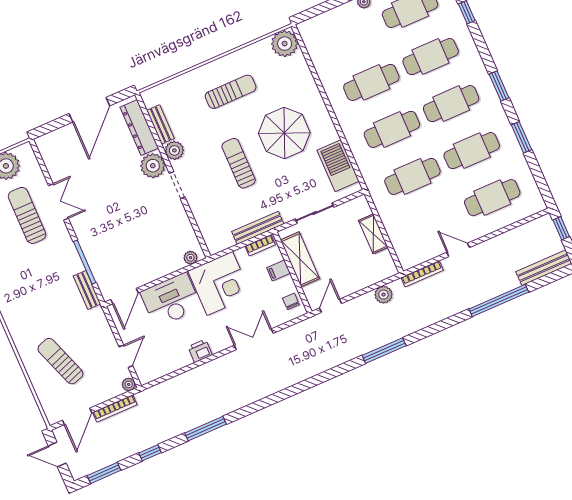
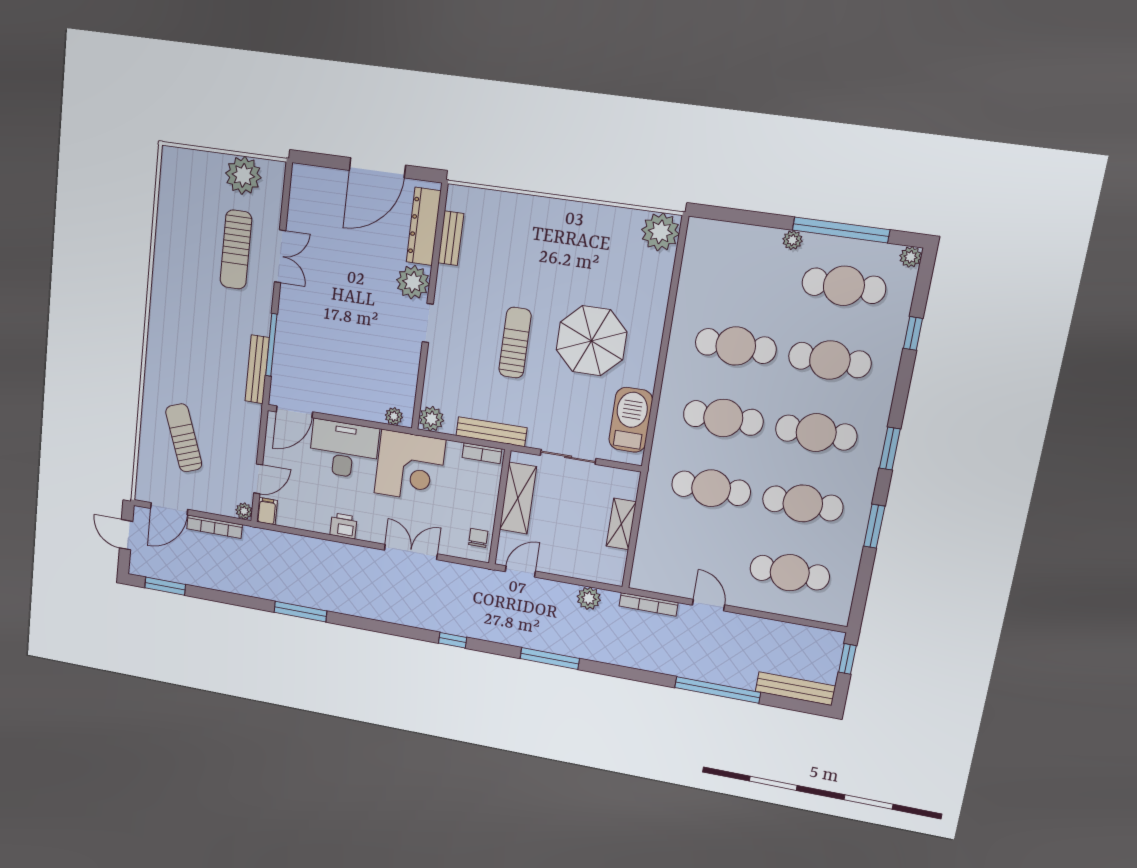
sun lounger: (231, 92) -> (558, 251), removed
plant: (174, 150) -> (431, 419), moved
sun lounger: (27, 215) -> (236, 250), turned 180
filing cabinet: (278, 270) -> (267, 511), moved, turned 90
bench: (87, 290) -> (257, 369), width x1.36
window: (150, 453) -> (453, 640), moved

